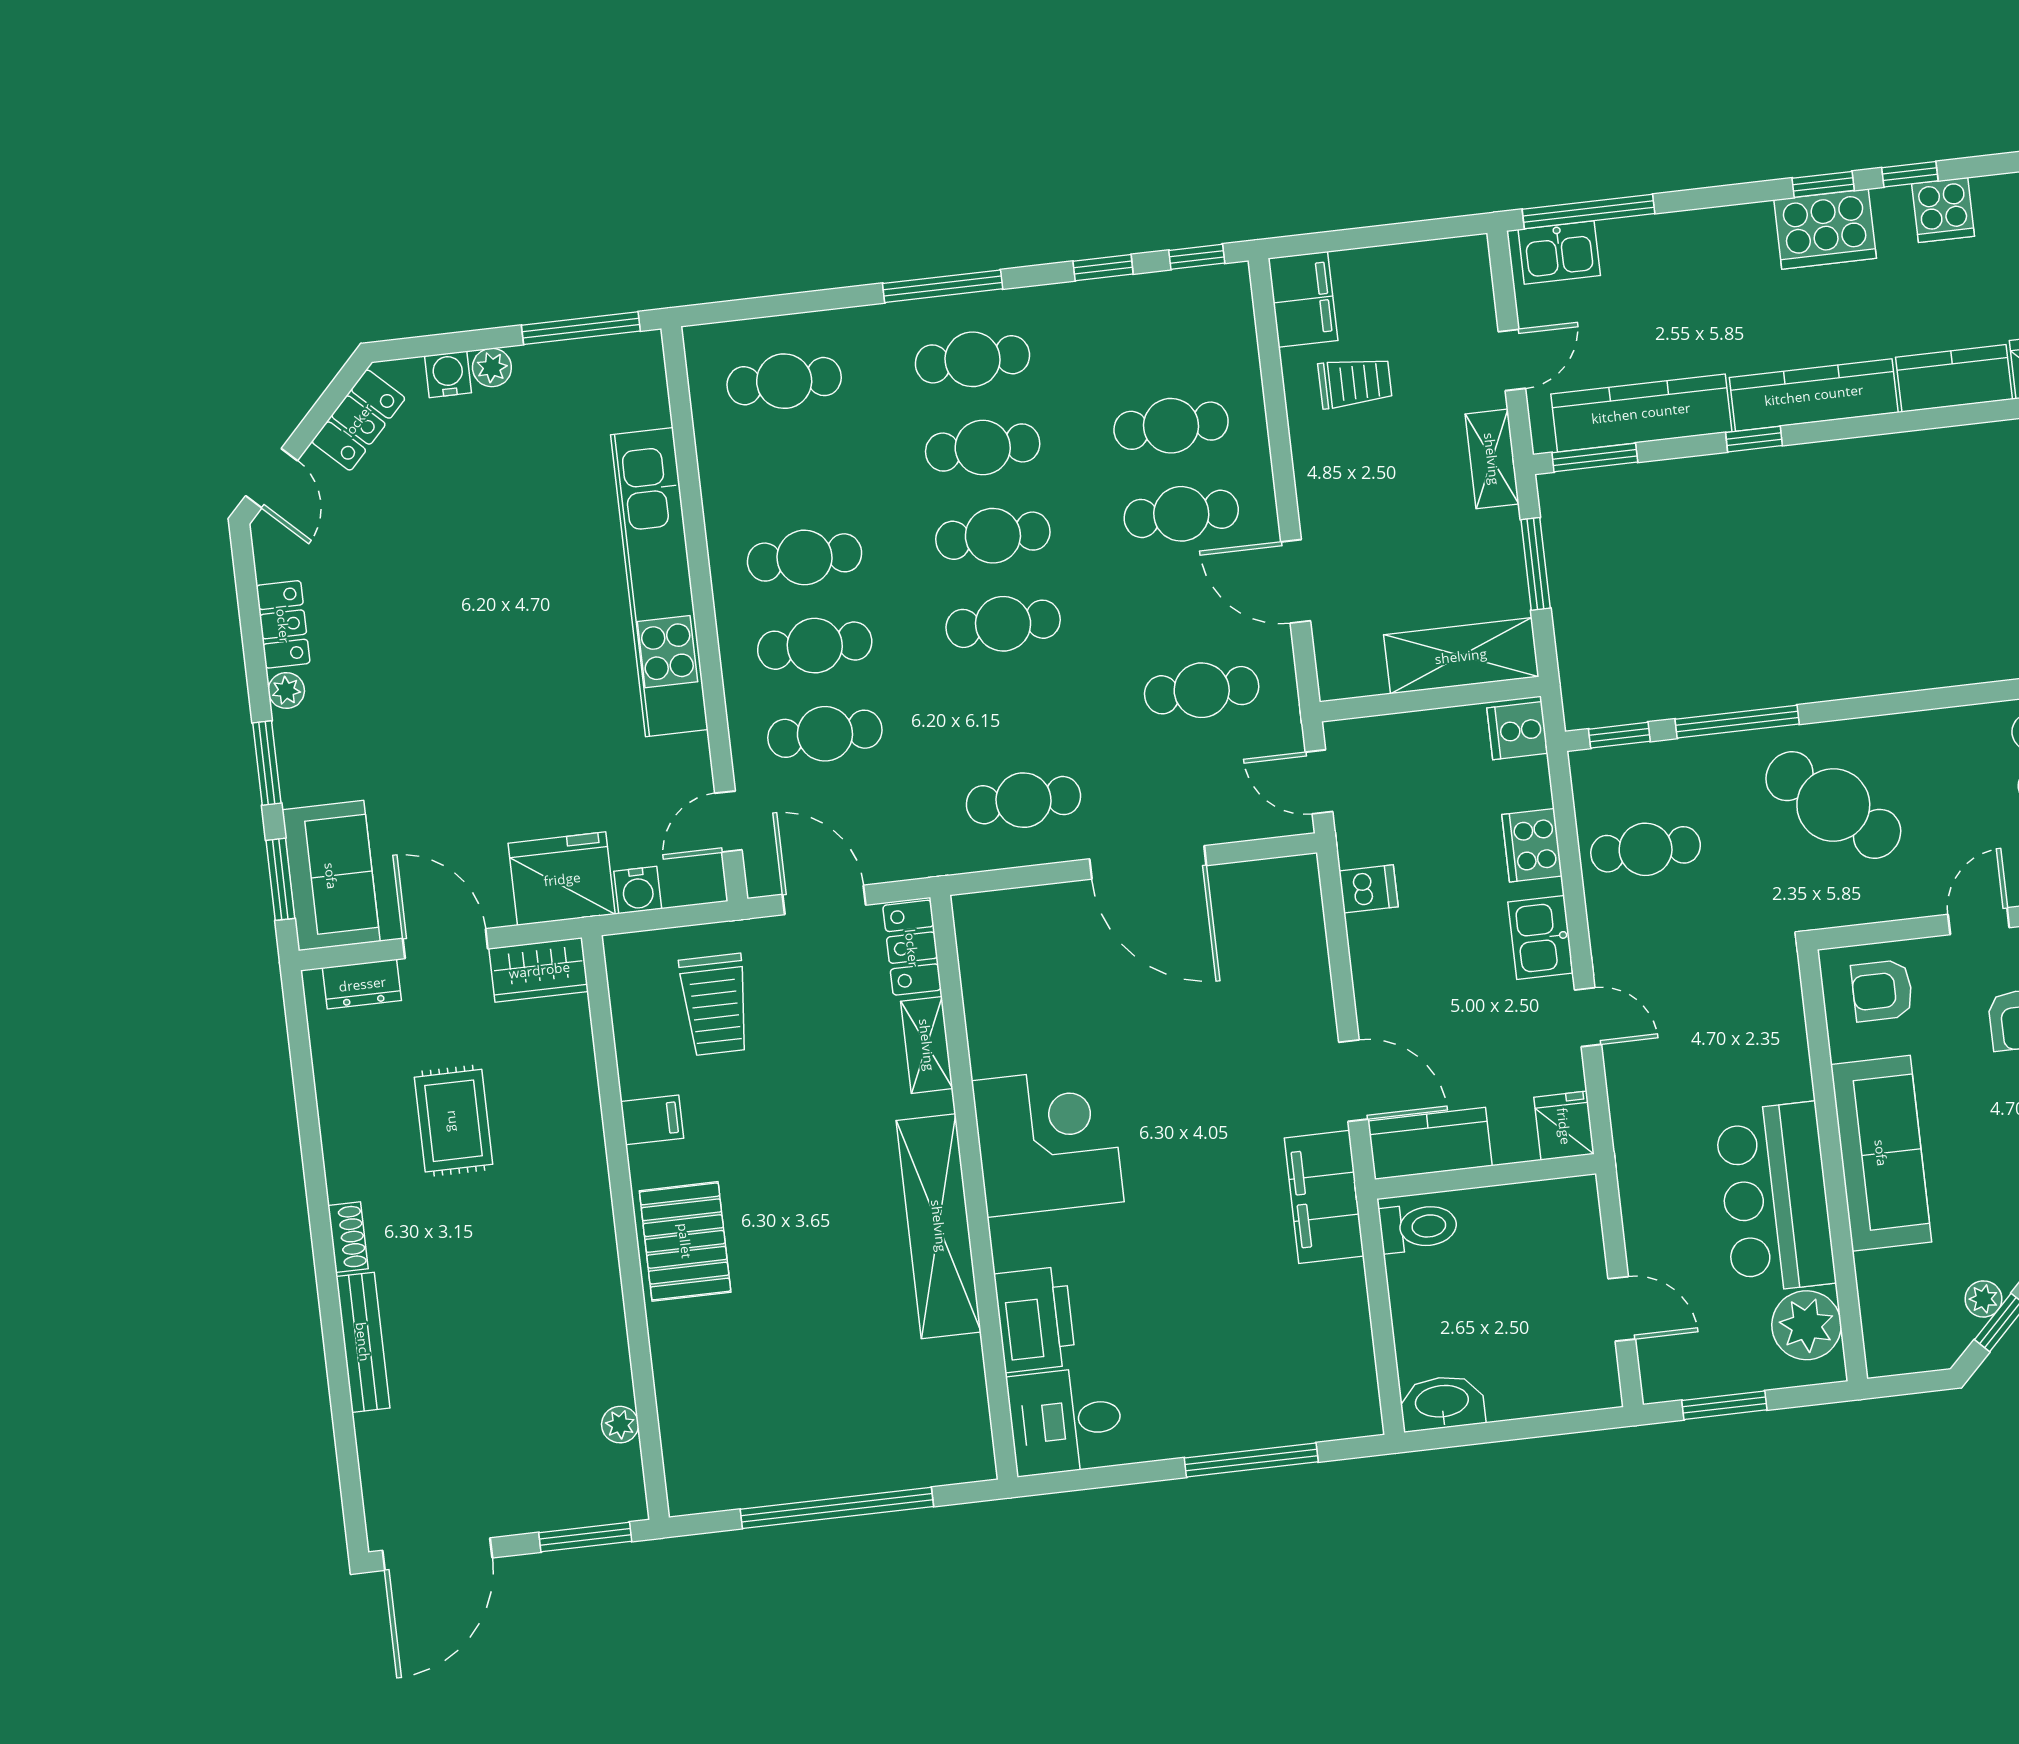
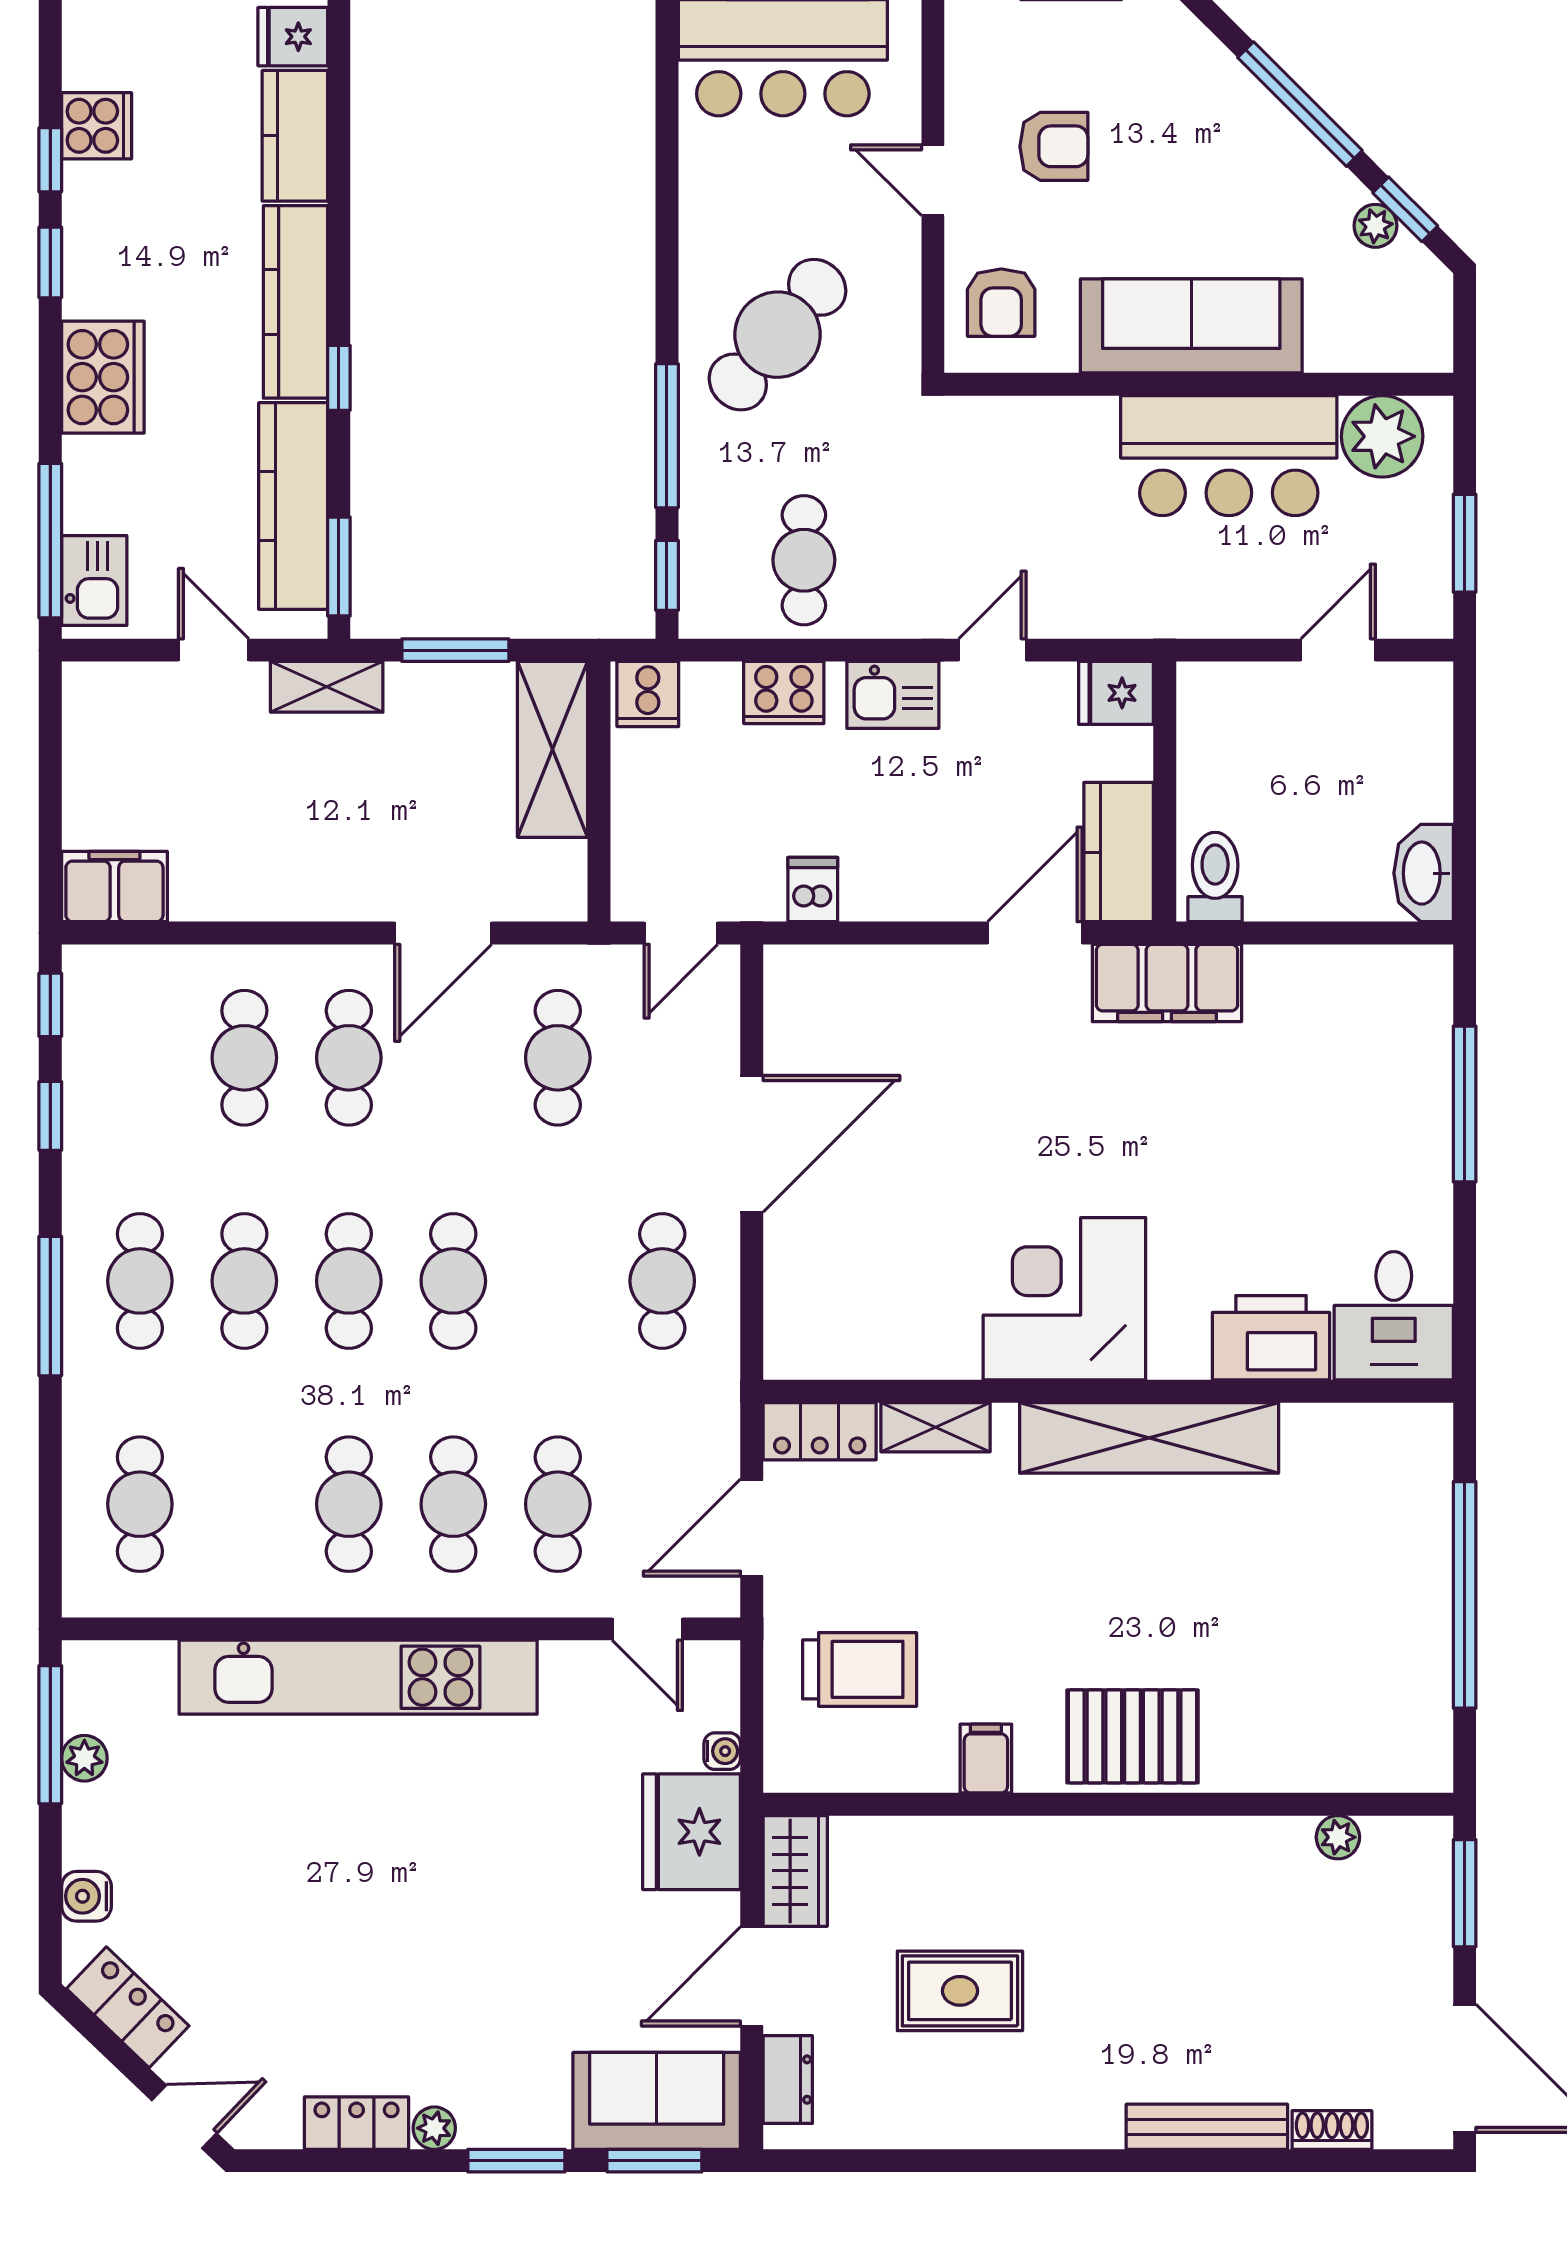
cooker: (1825, 229) -> (103, 377), moved
plant: (492, 368) -> (84, 1758), moved
trolley: (1355, 383) -> (219, 837), removed
water cooler: (638, 890) -> (722, 1751), width x0.72, depth x0.72
shoe rack: (348, 1237) -> (1332, 2130), moved

